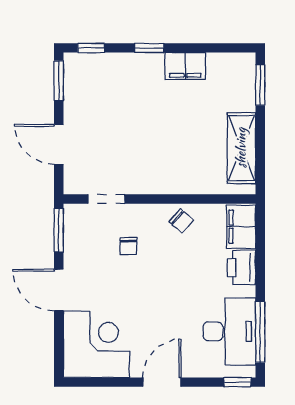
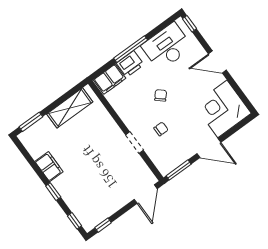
window: (59, 81) -> (103, 225), width x0.67
door: (59, 144) -> (146, 194), moved
doorway: (107, 199) -> (134, 143), moved
chair: (181, 221) -> (161, 95), moved
door: (59, 290) -> (209, 148), hinge flipped
window: (260, 332) -> (131, 49), moved

